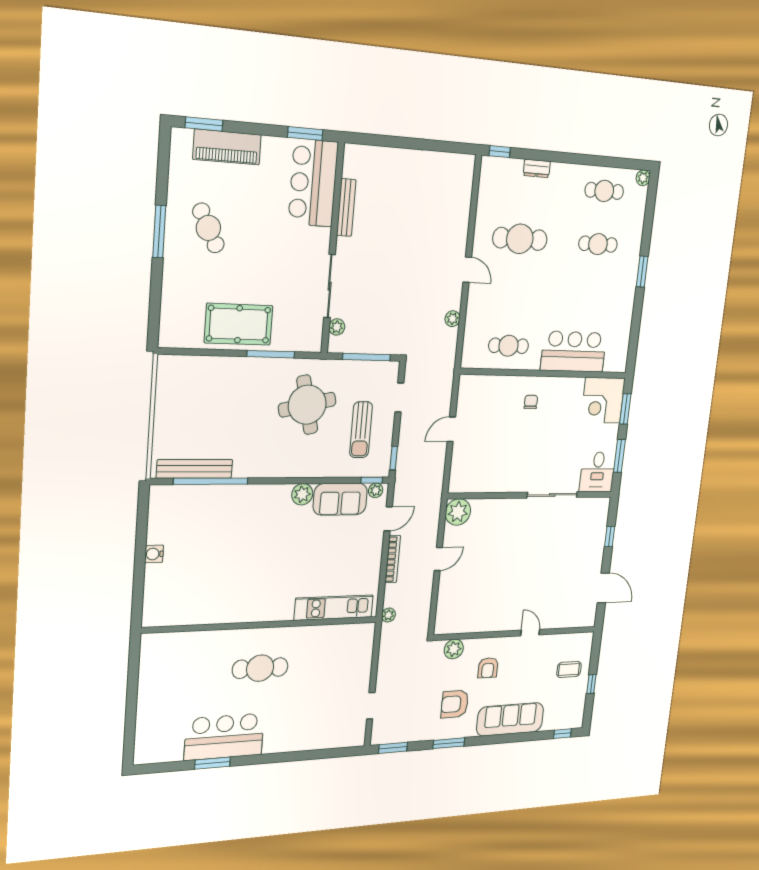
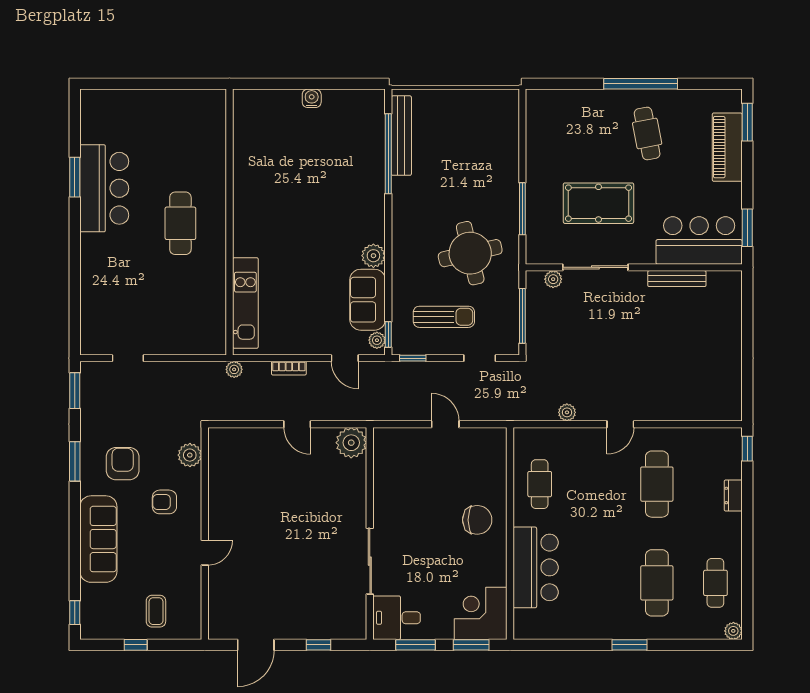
cafe table: (208, 228) -> (647, 133), turned -73
window: (159, 231) -> (641, 84), width x1.46
cafe table: (598, 244) -> (657, 583), width x1.37, depth x1.35
pool table: (239, 324) -> (598, 203), moved, turned 90
chair: (531, 402) -> (477, 520), width x1.87, depth x1.87
sun lounger: (361, 430) -> (444, 317), turned 180
bookcase: (393, 559) -> (289, 368), width x0.64

